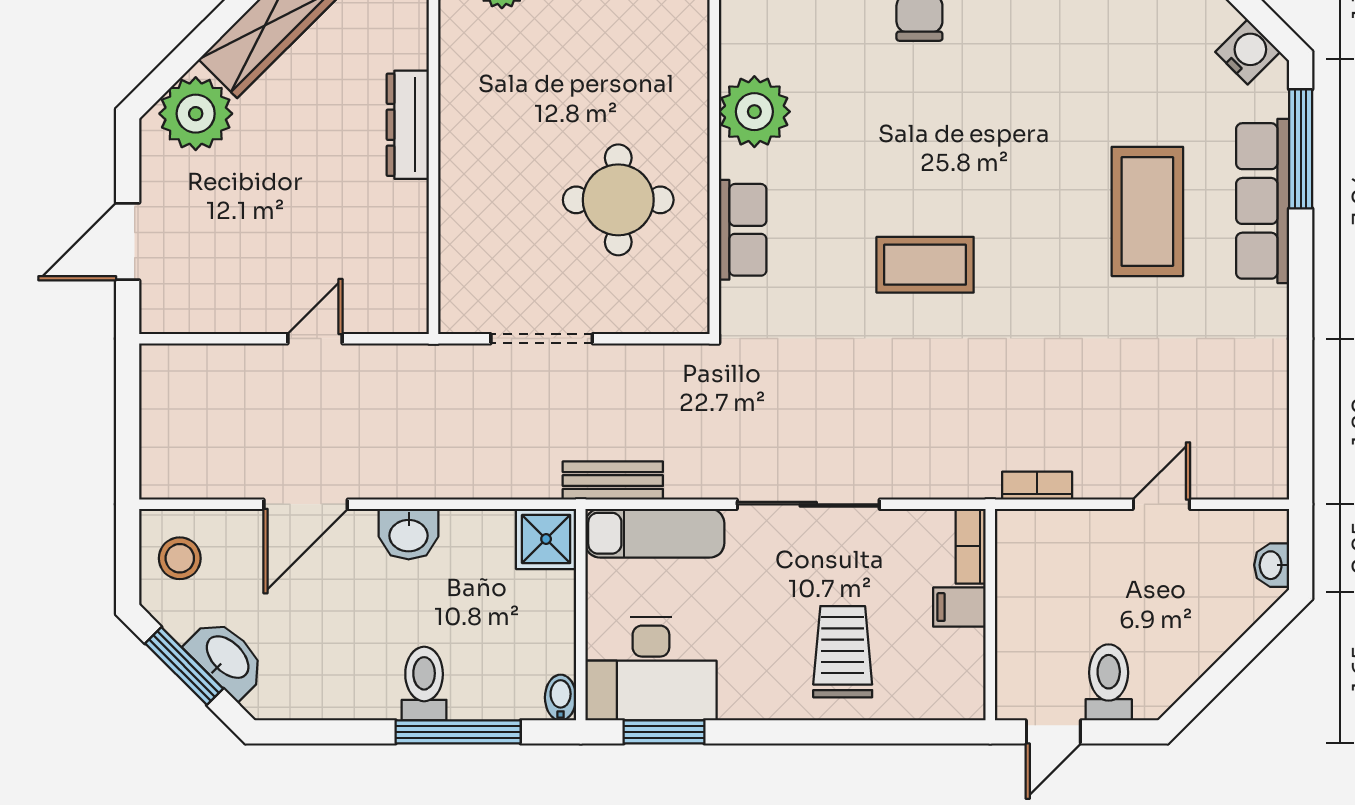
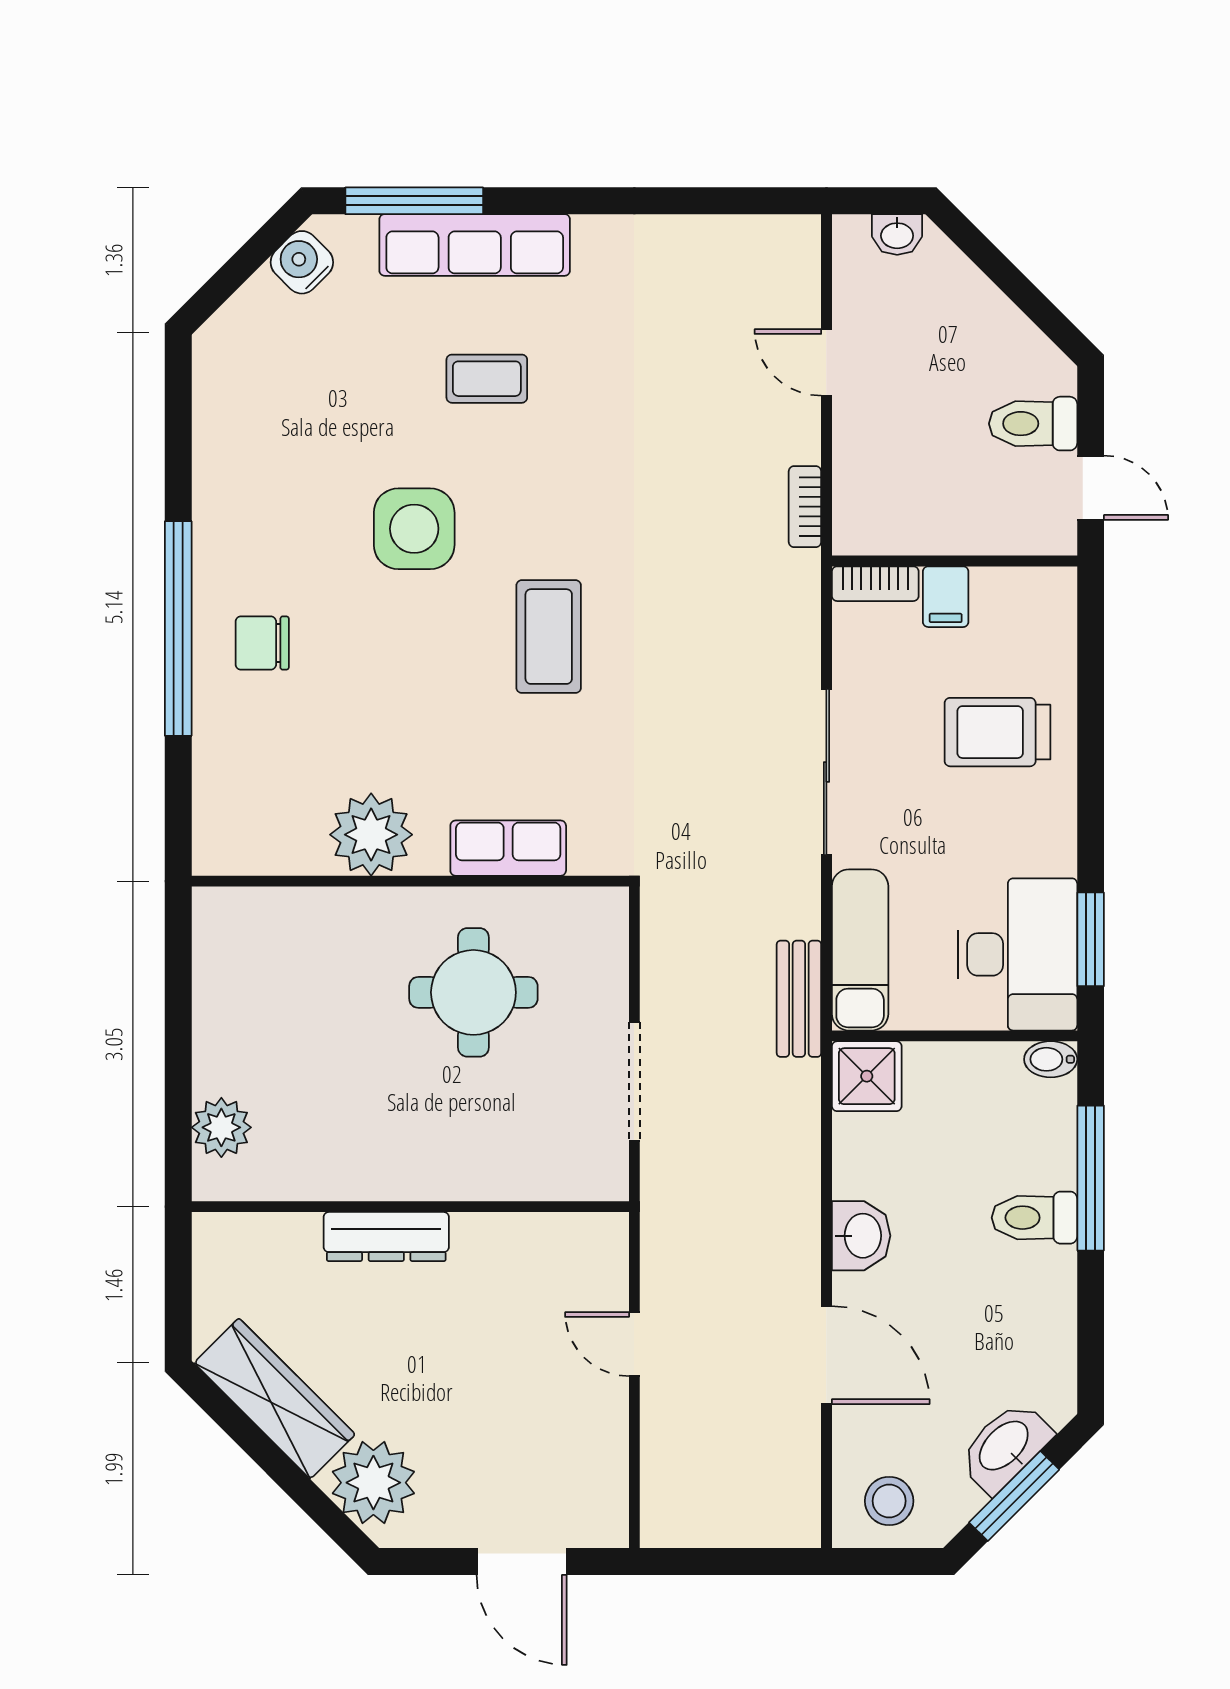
side table: (1018, 149) -> (414, 529), added
coffee table: (1147, 211) -> (487, 379), width x0.54, depth x0.58

